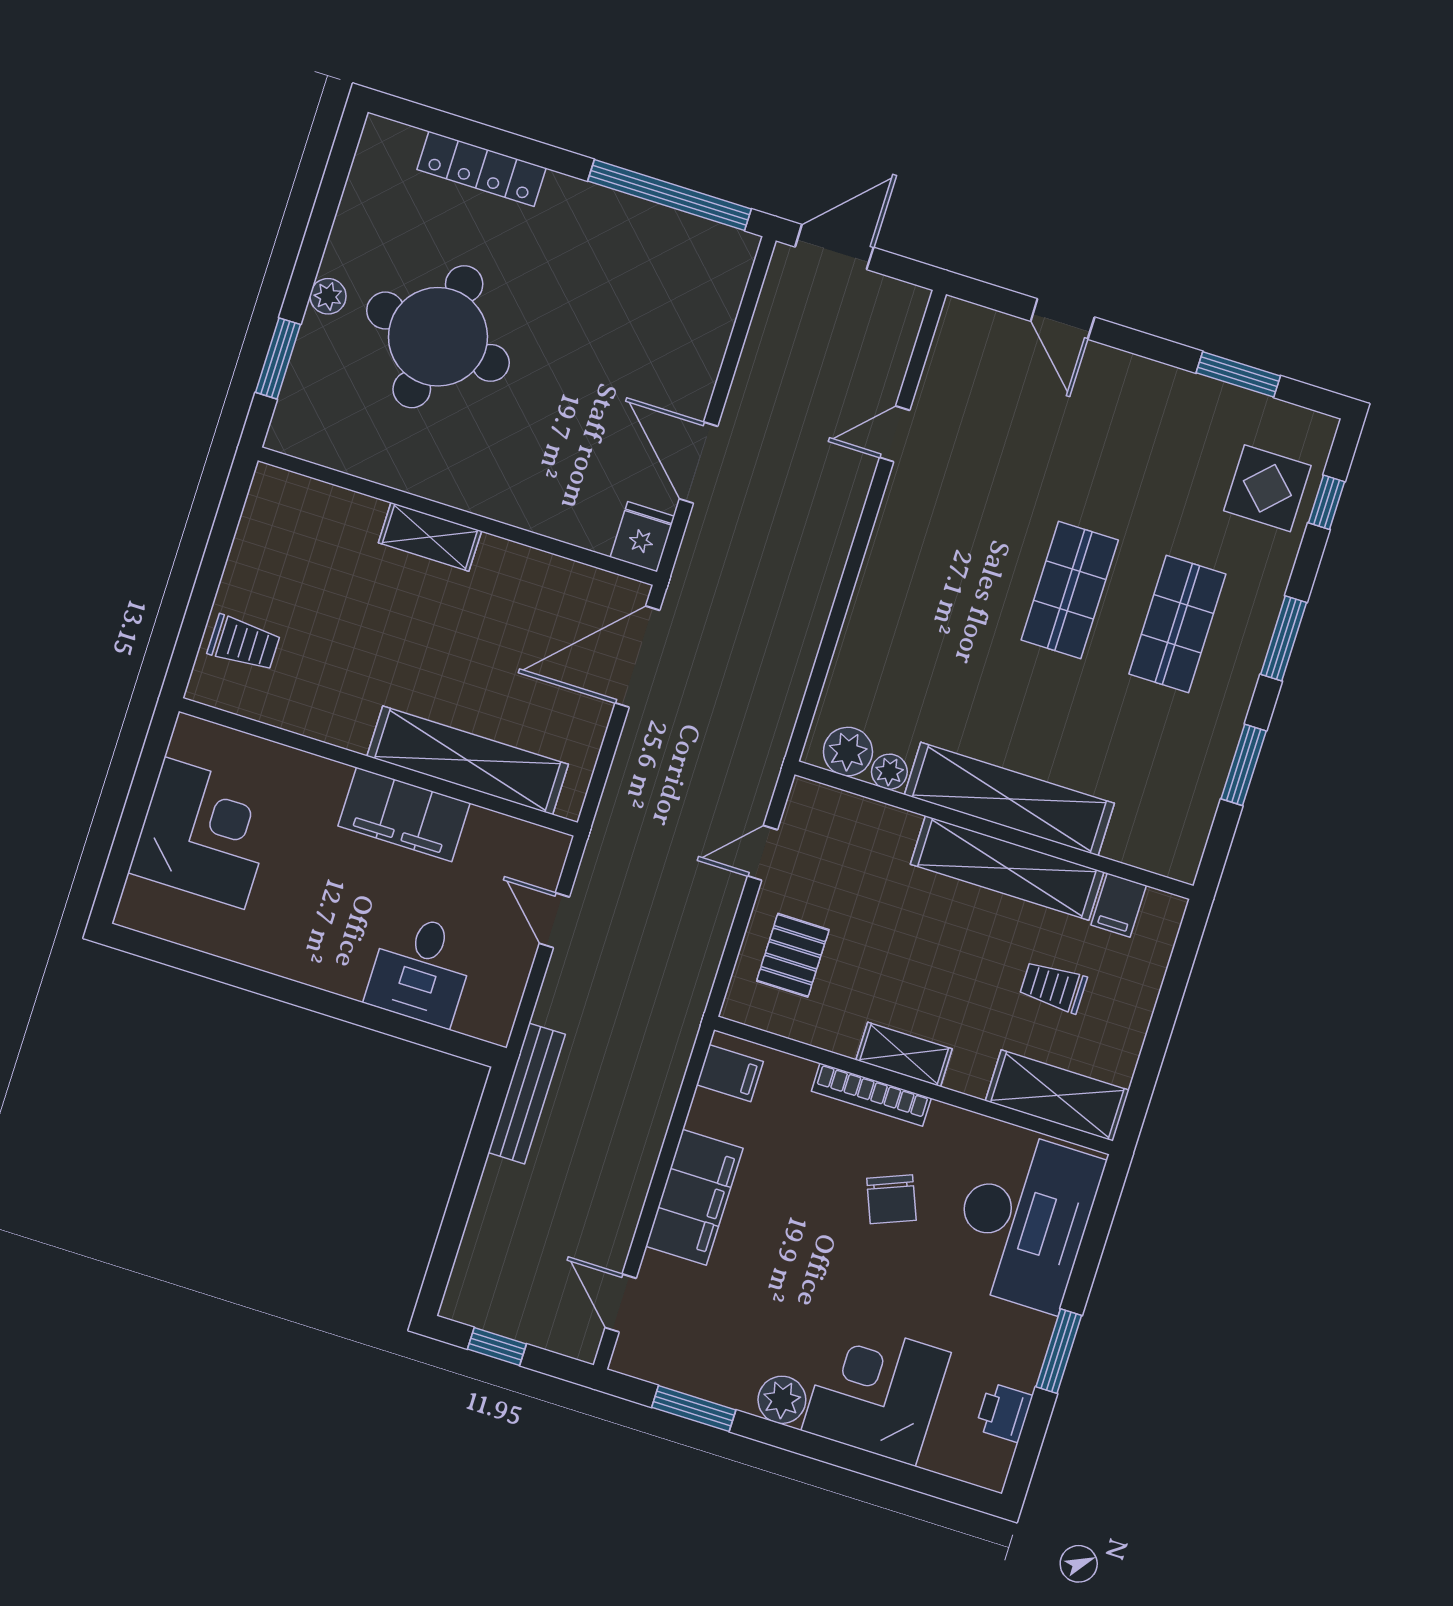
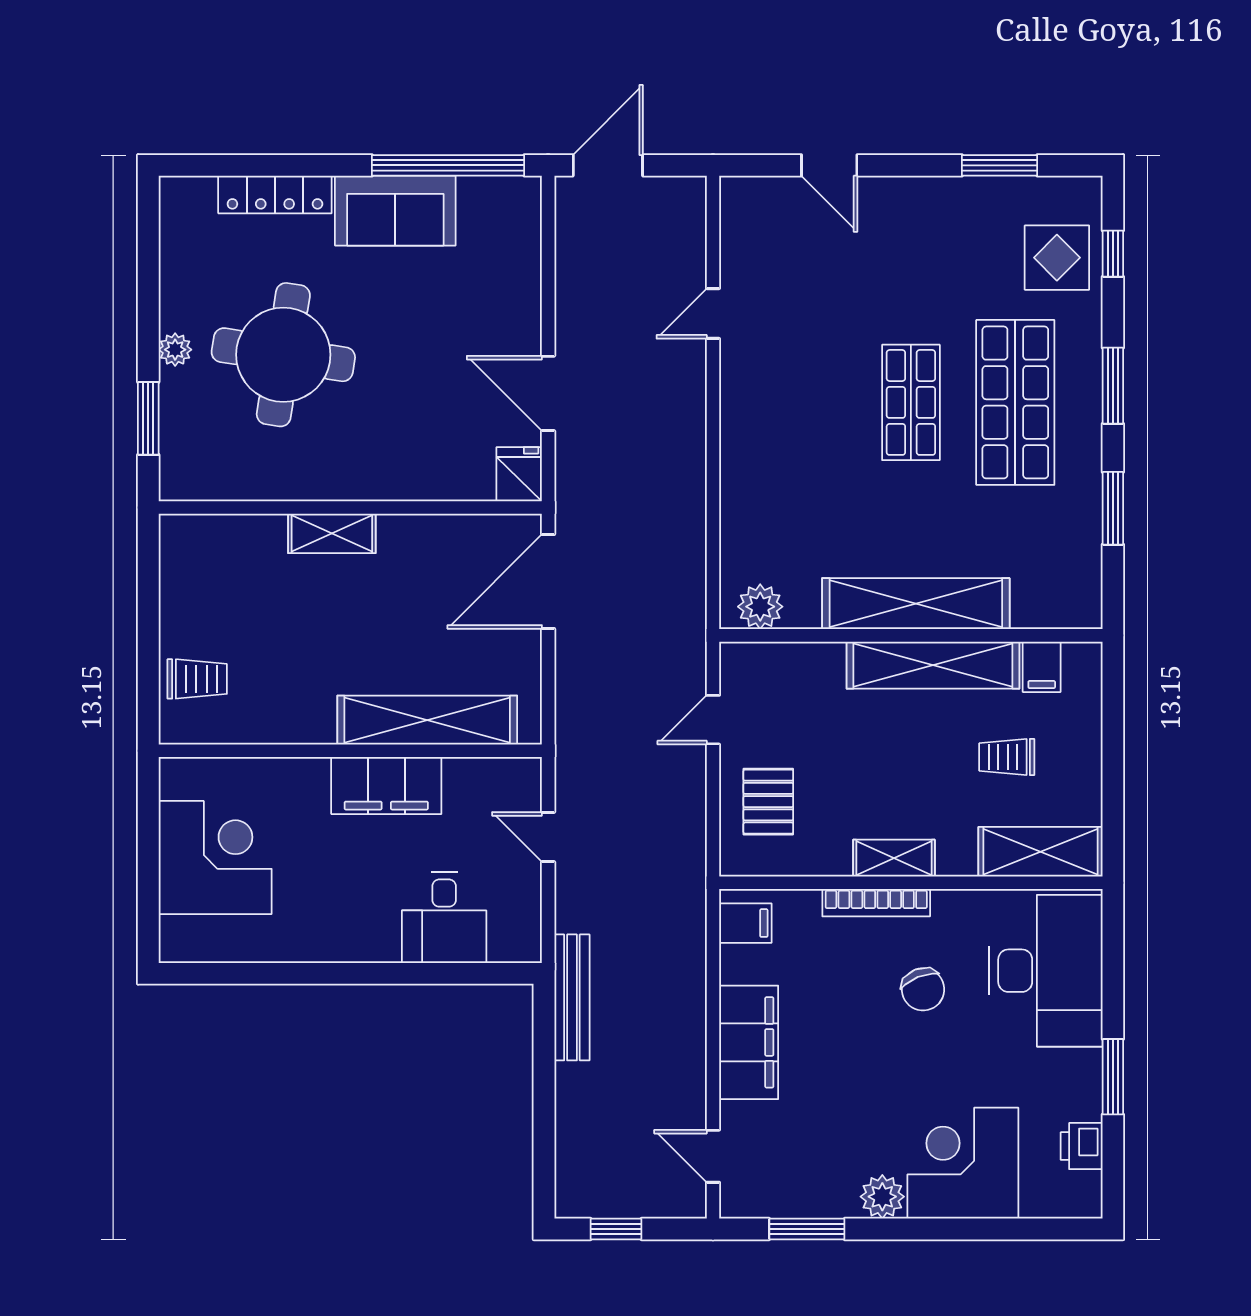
sofa: (600, 225) -> (395, 211), added
shop shelf: (1177, 624) -> (1015, 402), width x1.43, depth x1.36
plant: (889, 772) -> (802, 613), removed

